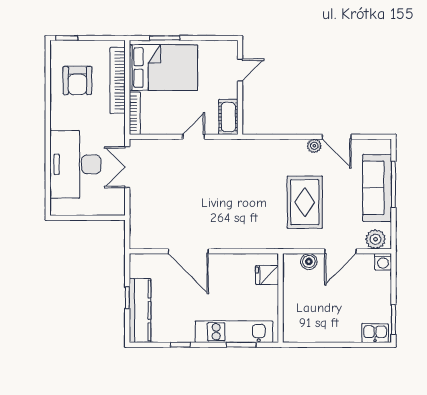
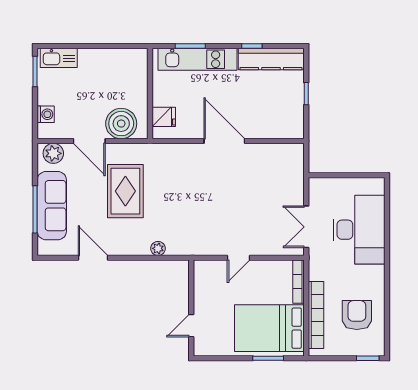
cot: (228, 117) -> (203, 278), removed
plant: (314, 146) -> (158, 248), moved
double door: (127, 167) -> (306, 227), swing flipped
door: (188, 251) -> (224, 141), moved
door: (340, 251) -> (89, 141), swing flipped
boiler: (309, 262) -> (121, 124), width x1.86, depth x1.86
washing machine: (383, 262) -> (46, 114), moved, turned 90
kitchen counter: (140, 310) -> (271, 59), moved, turned -90
kitchen sink: (375, 333) -> (59, 58), width x1.38

